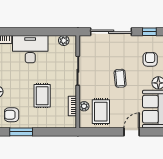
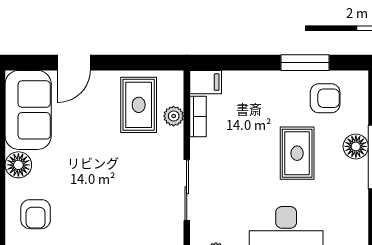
coffee table: (120, 78) -> (98, 174), removed
rug: (42, 96) -> (297, 153), moved
filing cabinet: (69, 122) -> (206, 82), added

